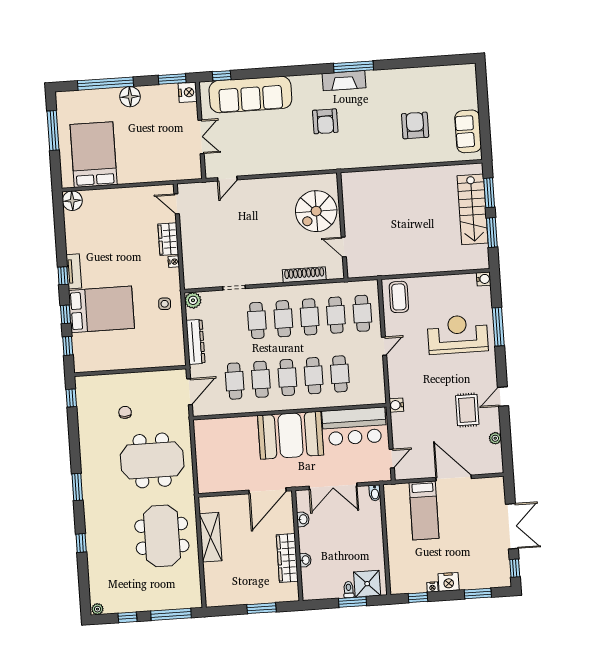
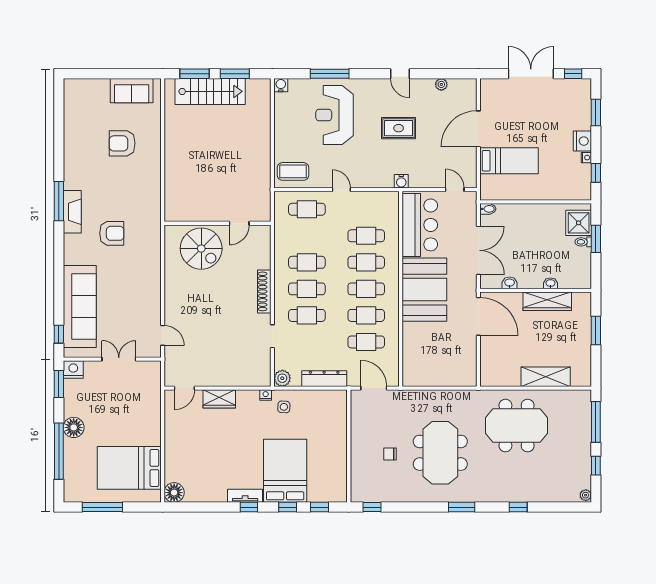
nightstand: (174, 262) -> (266, 395), moved
shoe rack: (304, 275) -> (264, 291), moved
cafe table: (336, 315) -> (307, 236), removed
rug: (467, 410) -> (399, 128), moved
meeting table: (152, 460) -> (440, 453), moved
shelving: (211, 537) -> (546, 377), moved

